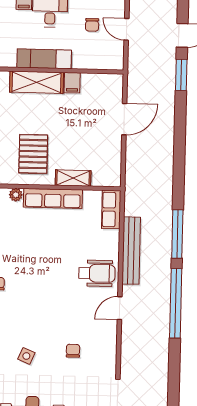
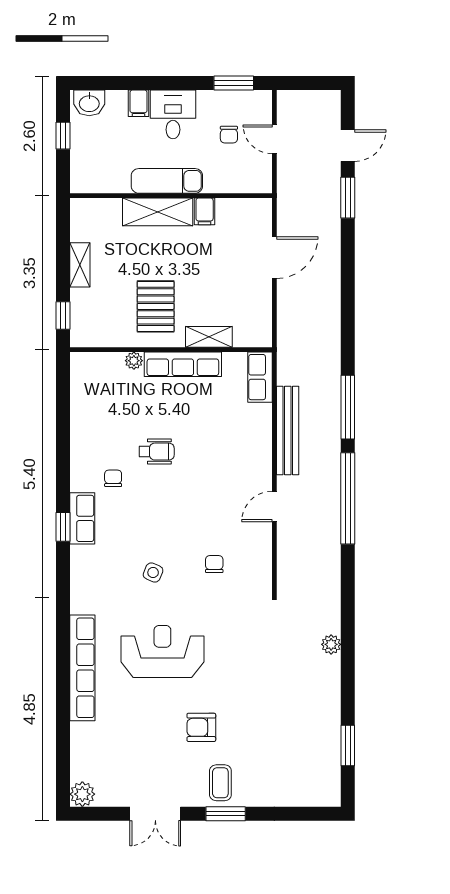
wheelchair: (97, 273) -> (157, 452), moved, width x0.73, depth x0.73

